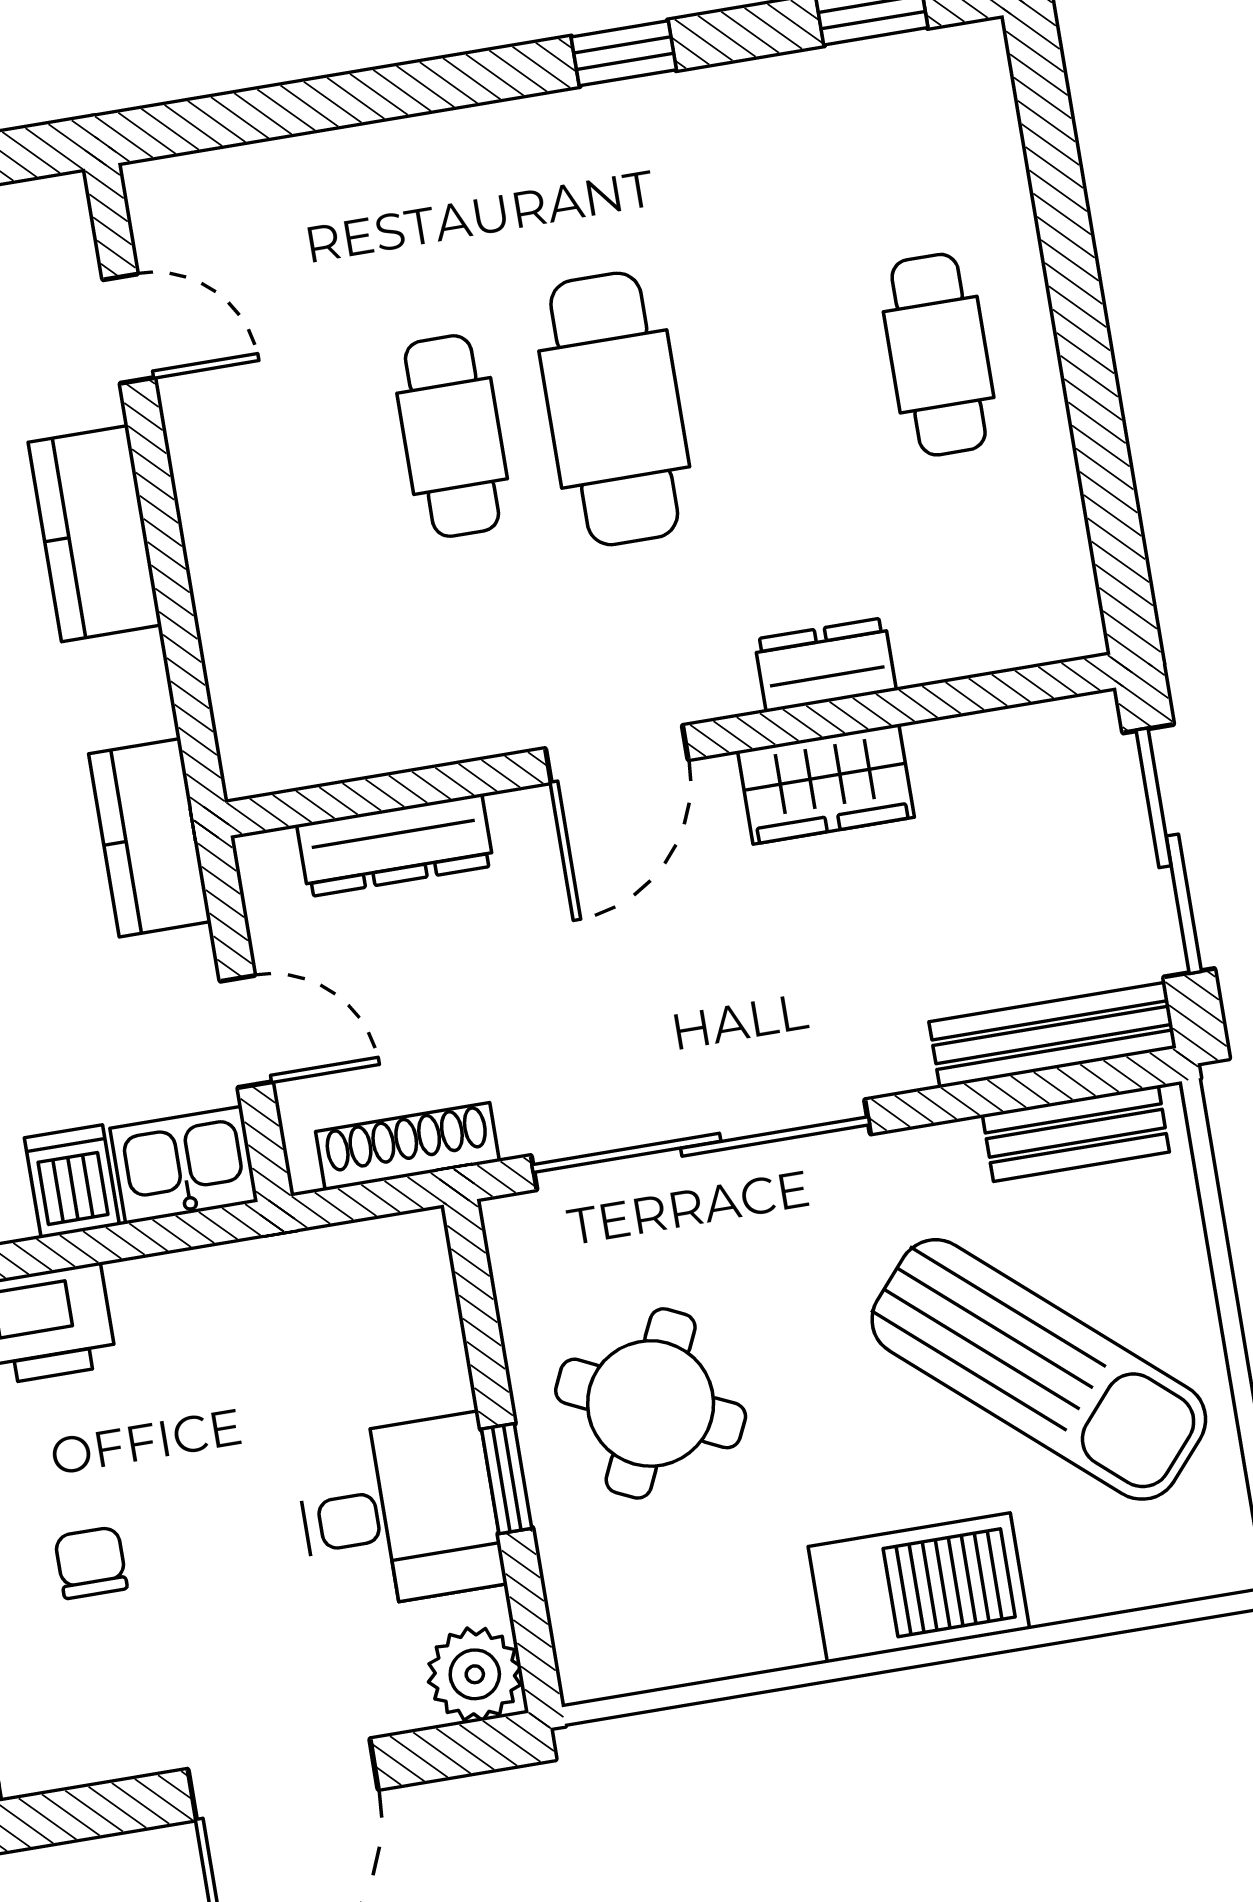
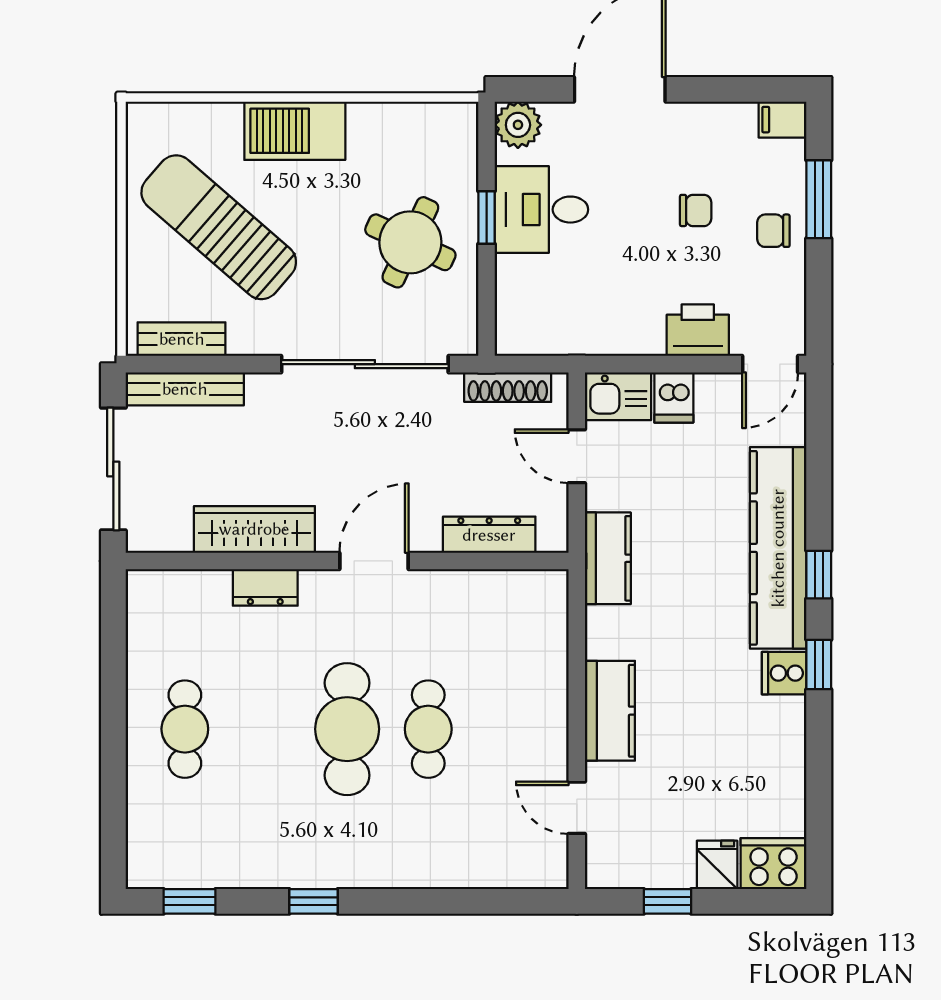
wardrobe: (826, 784) -> (254, 529), width x1.50
chair: (91, 1563) -> (696, 210), turned -90

